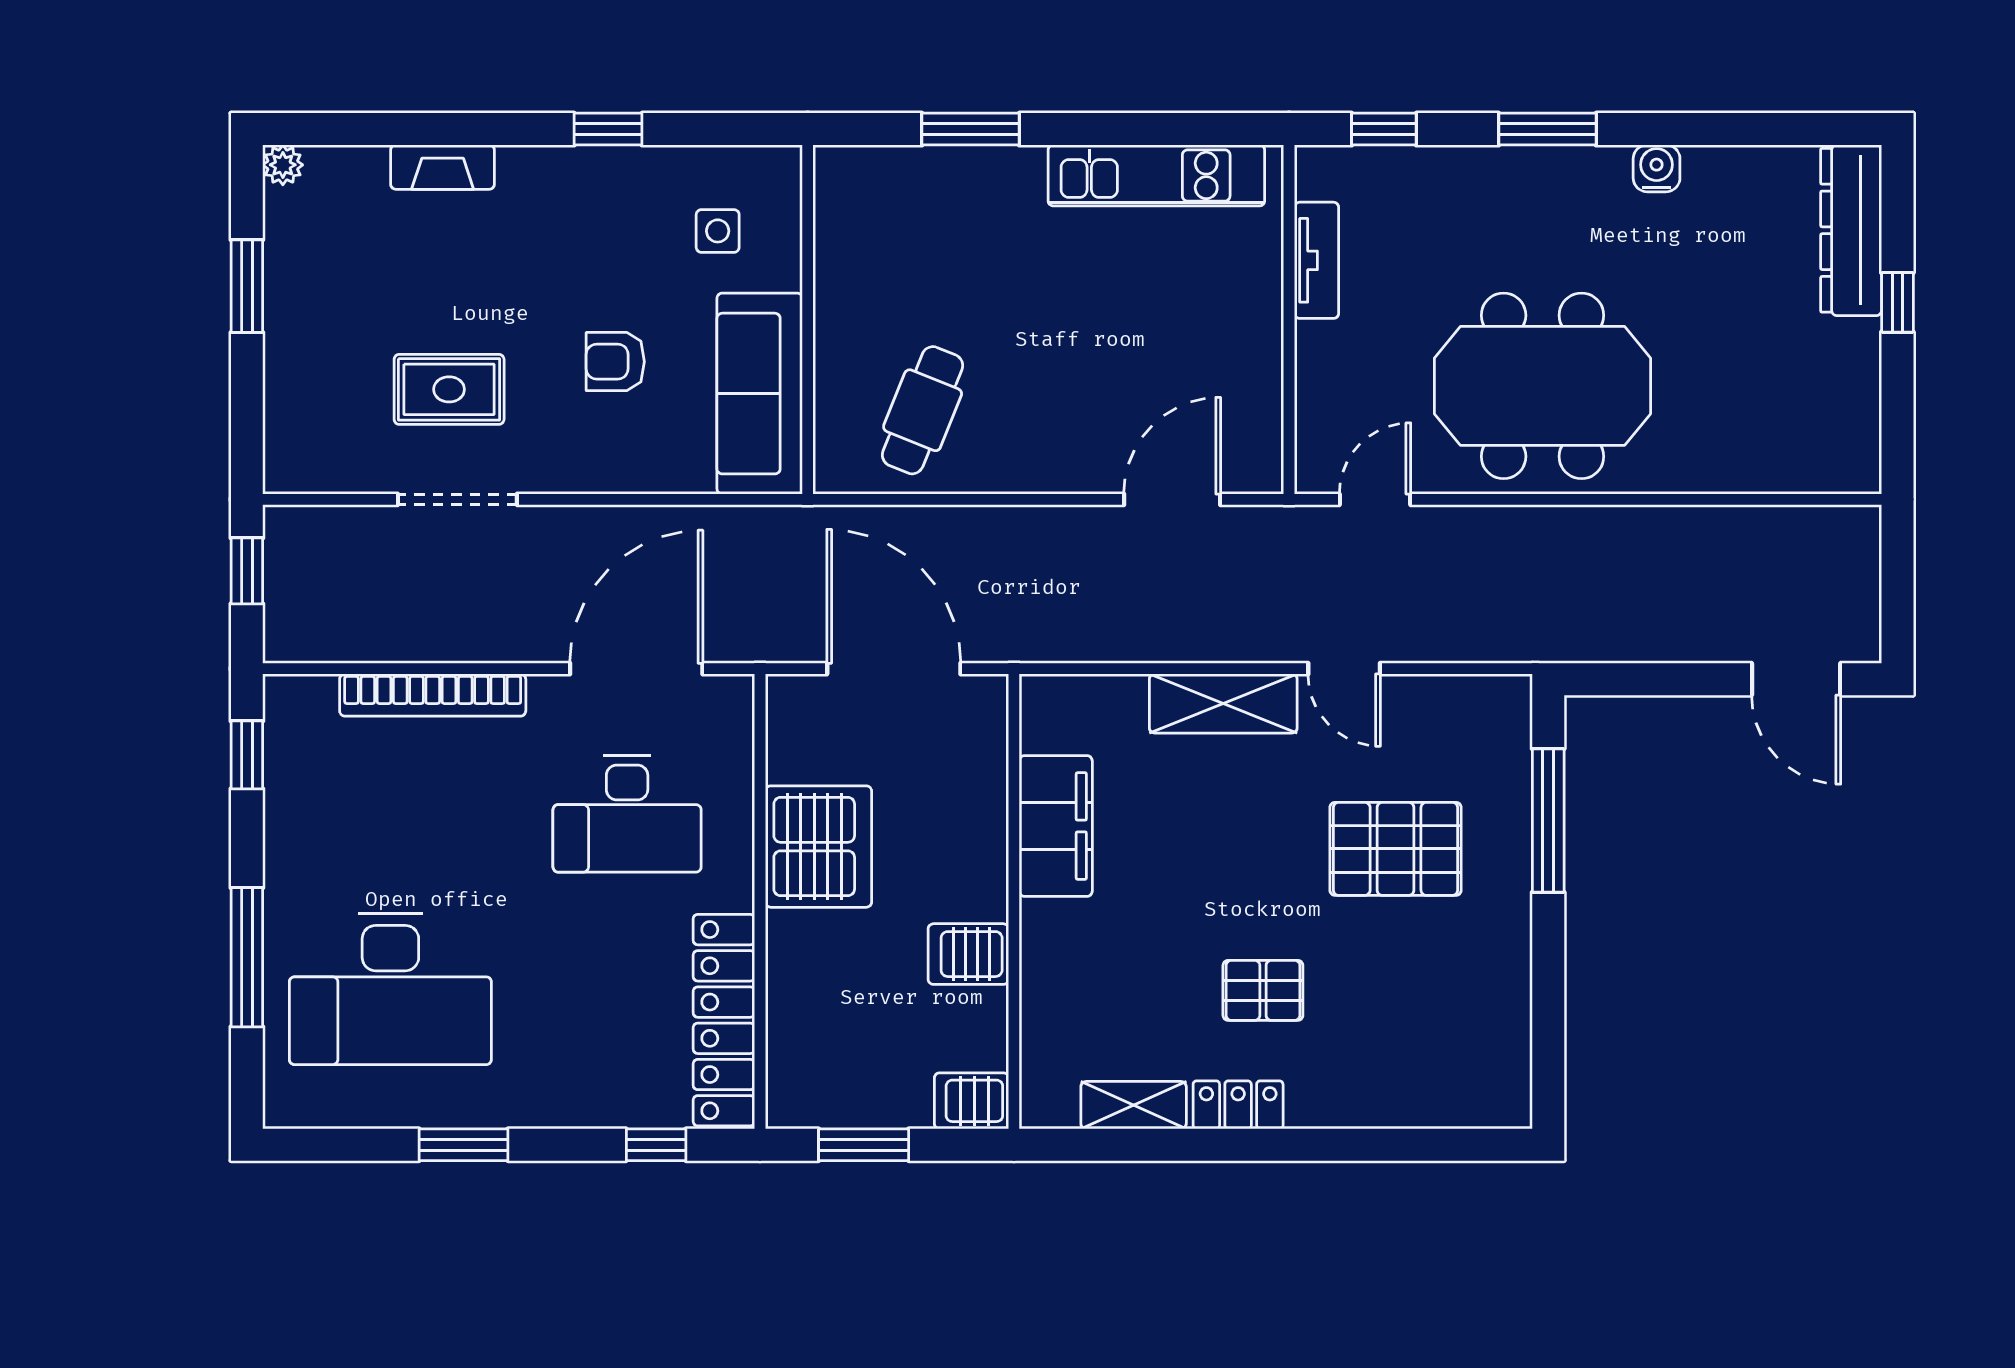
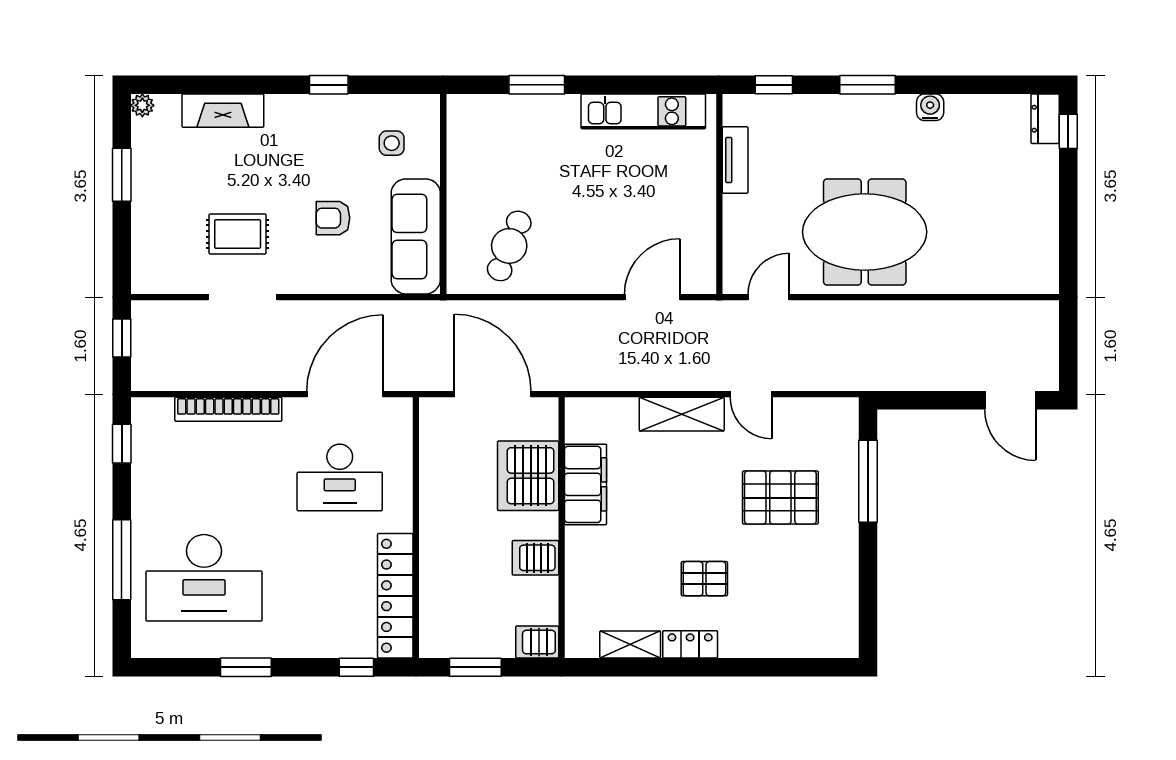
fireplace: (443, 167) -> (223, 111), width x1.37, depth x1.32
dresser: (1851, 230) -> (1045, 119), width x0.51, depth x0.80
window: (1897, 302) -> (1068, 131), moved
server rack: (818, 847) -> (528, 476), moved, turned 180

